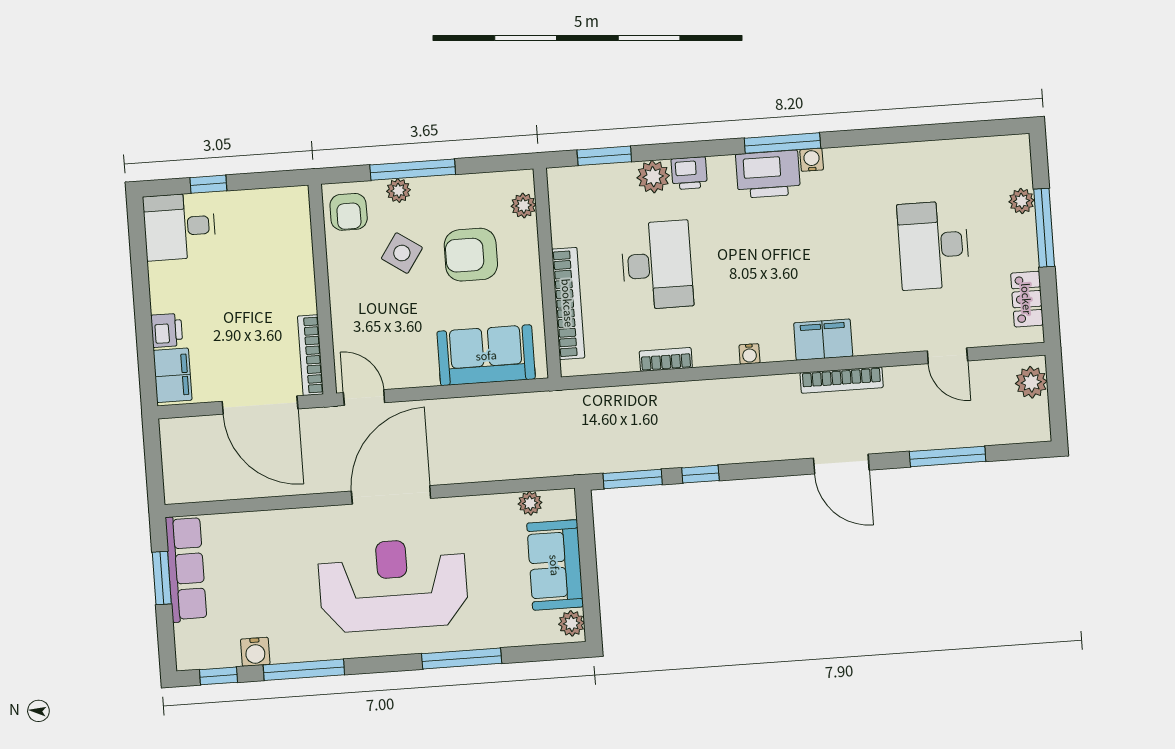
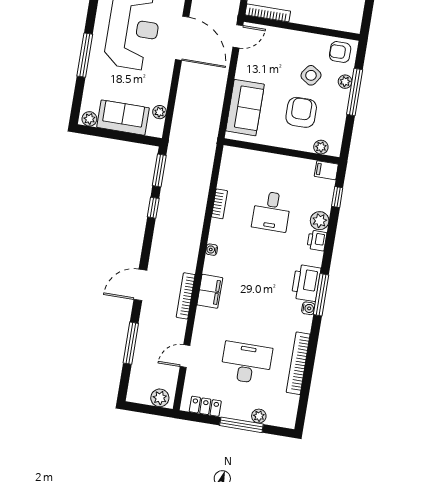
window: (604, 156) -> (337, 197), width x0.67
filing cabinet: (562, 186) -> (326, 170), added
desk: (657, 265) -> (271, 211), width x0.73
bookcase: (568, 303) -> (298, 363), moved, turned 90

